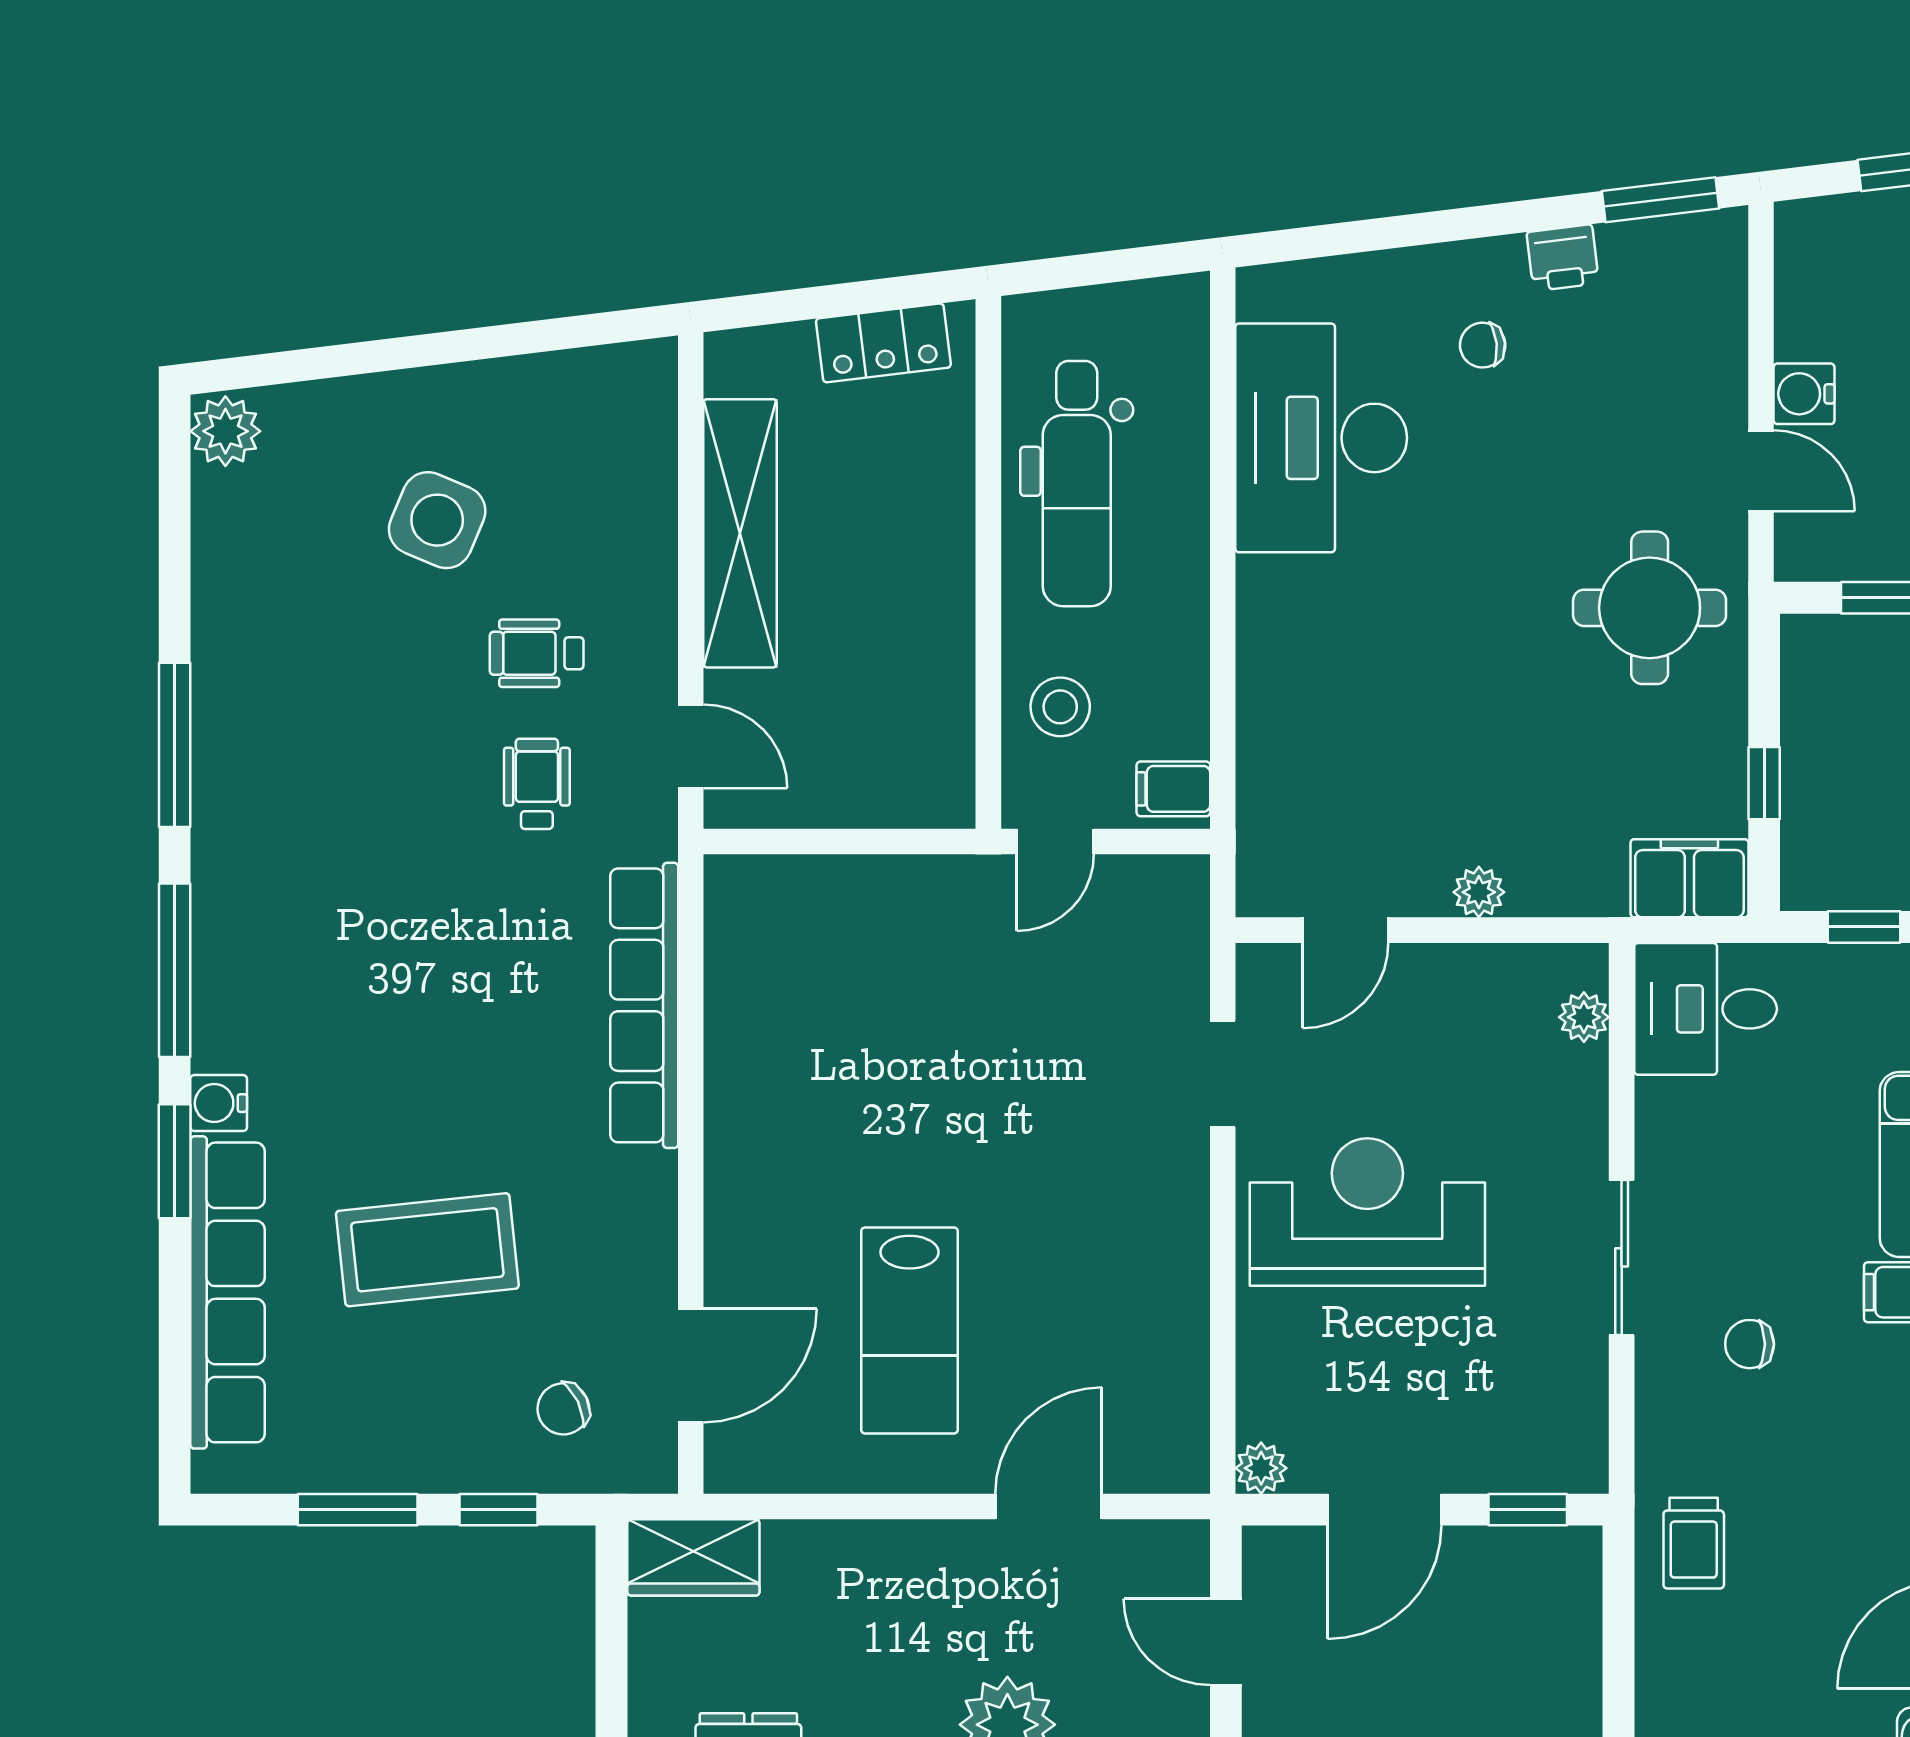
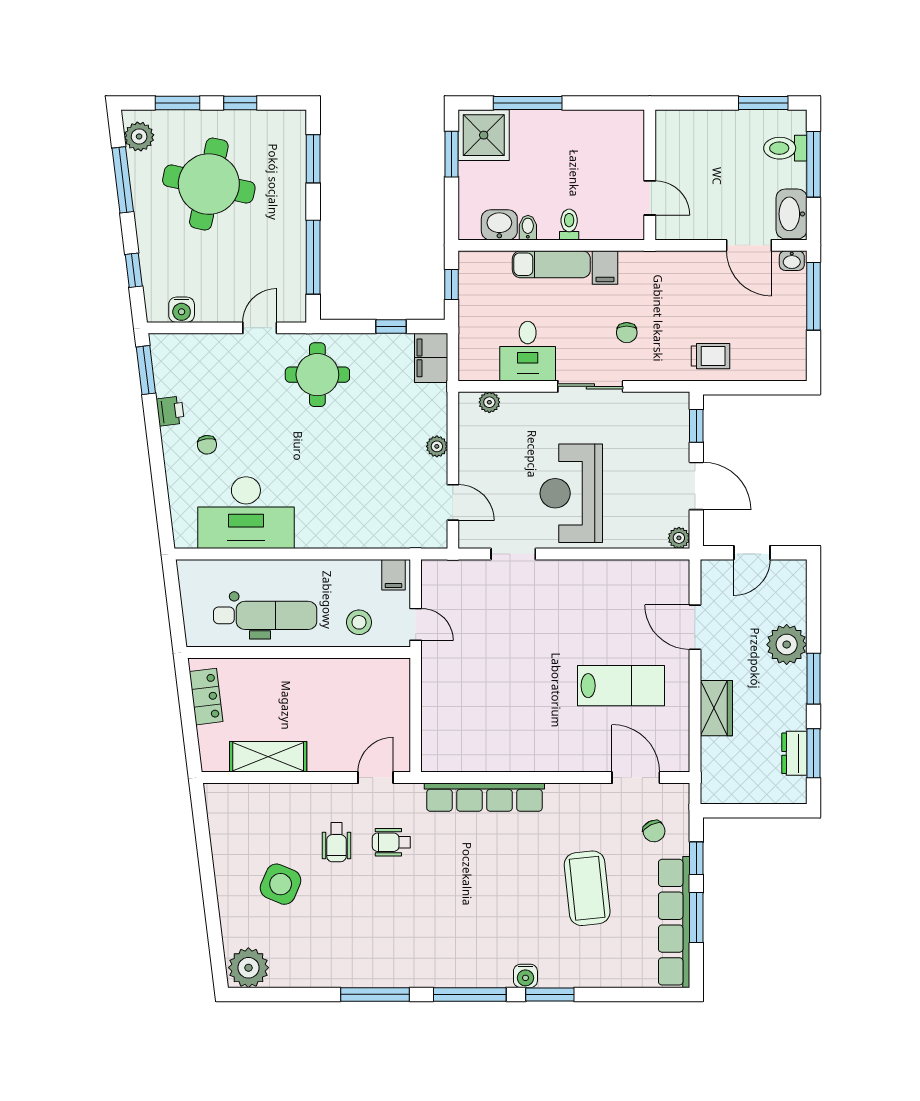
water cooler: (1804, 394) -> (182, 310), moved
plant: (225, 431) -> (248, 968), width x1.36, depth x1.36
shelving: (740, 533) -> (268, 757), width x0.68
desk: (1706, 1009) -> (528, 351), moved
row of seats: (227, 1292) -> (674, 922), moved, turned -90
wardrobe: (693, 1557) -> (716, 708), moved

